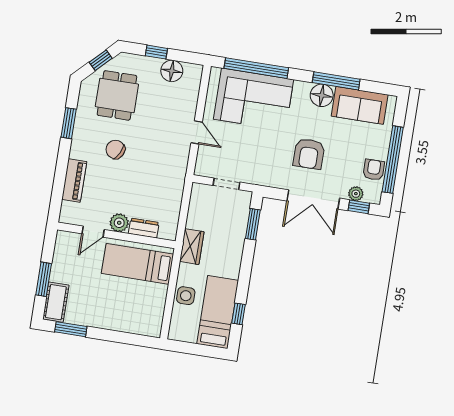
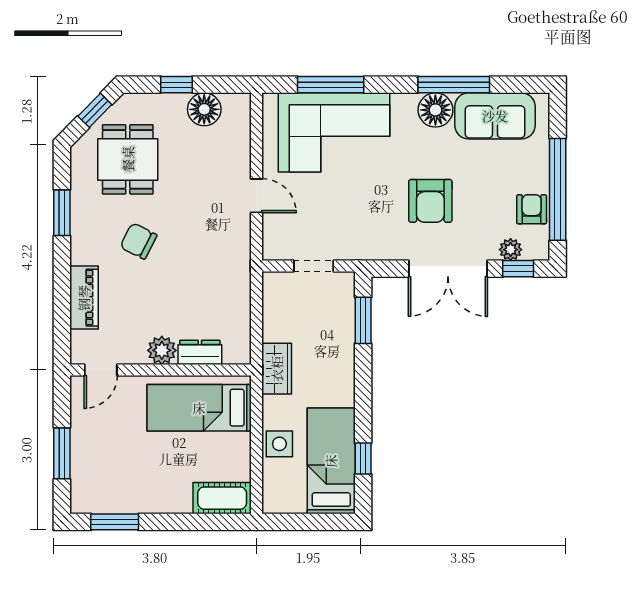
window: (256, 68) -> (331, 85), width x0.68
door: (93, 232) -> (101, 370), moved
cot: (56, 302) -> (222, 498), moved, turned 90

